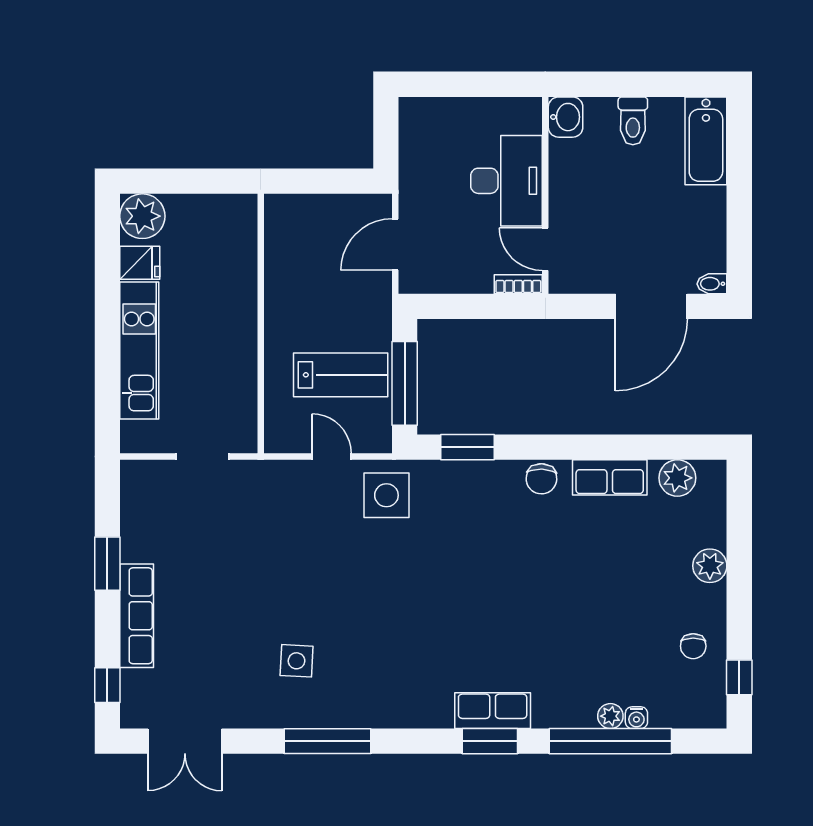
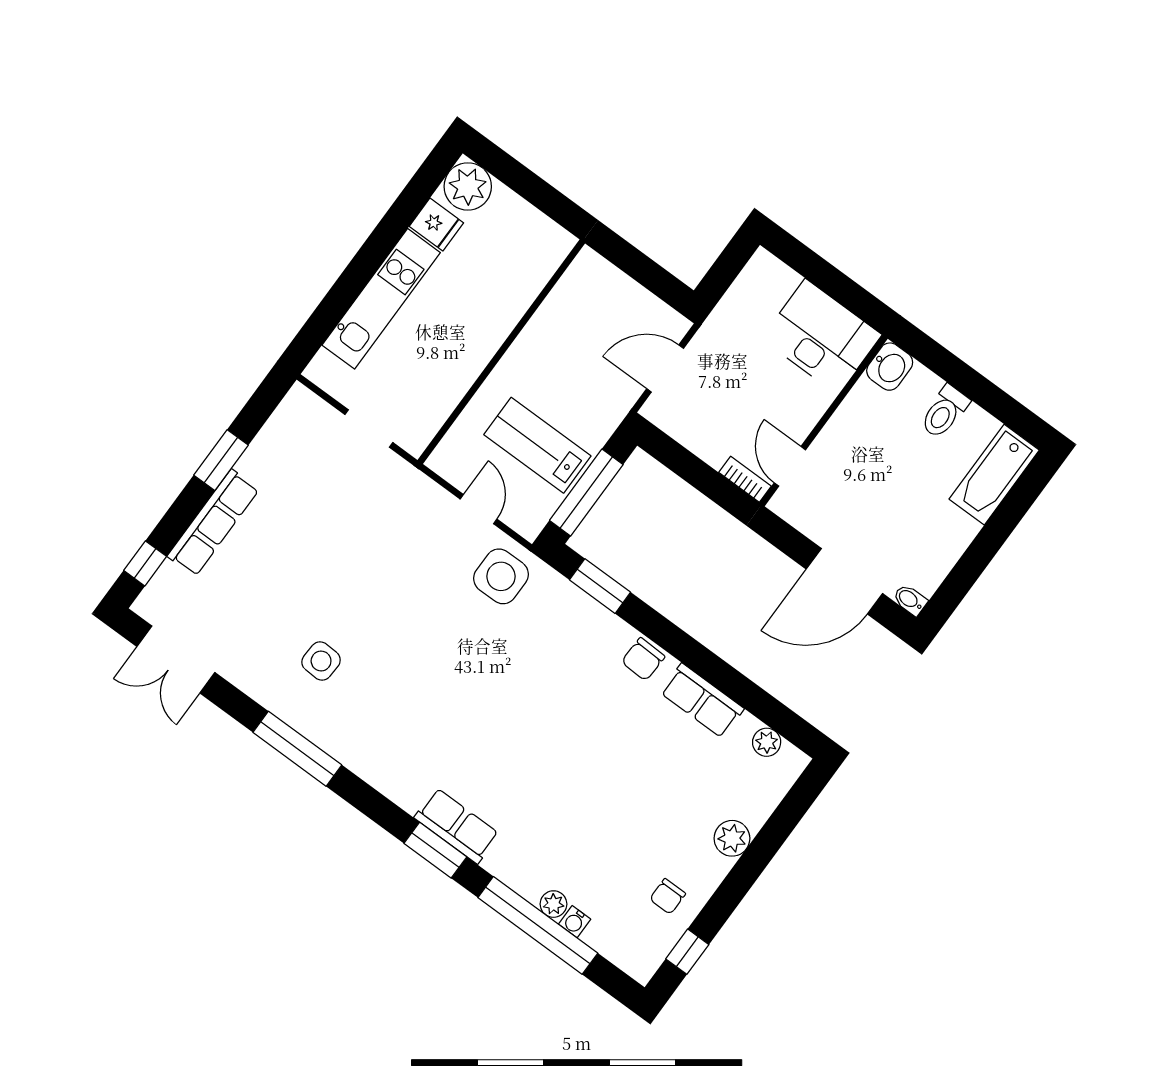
desk: (507, 181) -> (821, 337), moved, turned -90
lab bench: (341, 375) -> (537, 445), turned 180
plant: (677, 478) -> (767, 742), width x0.73, depth x0.73

